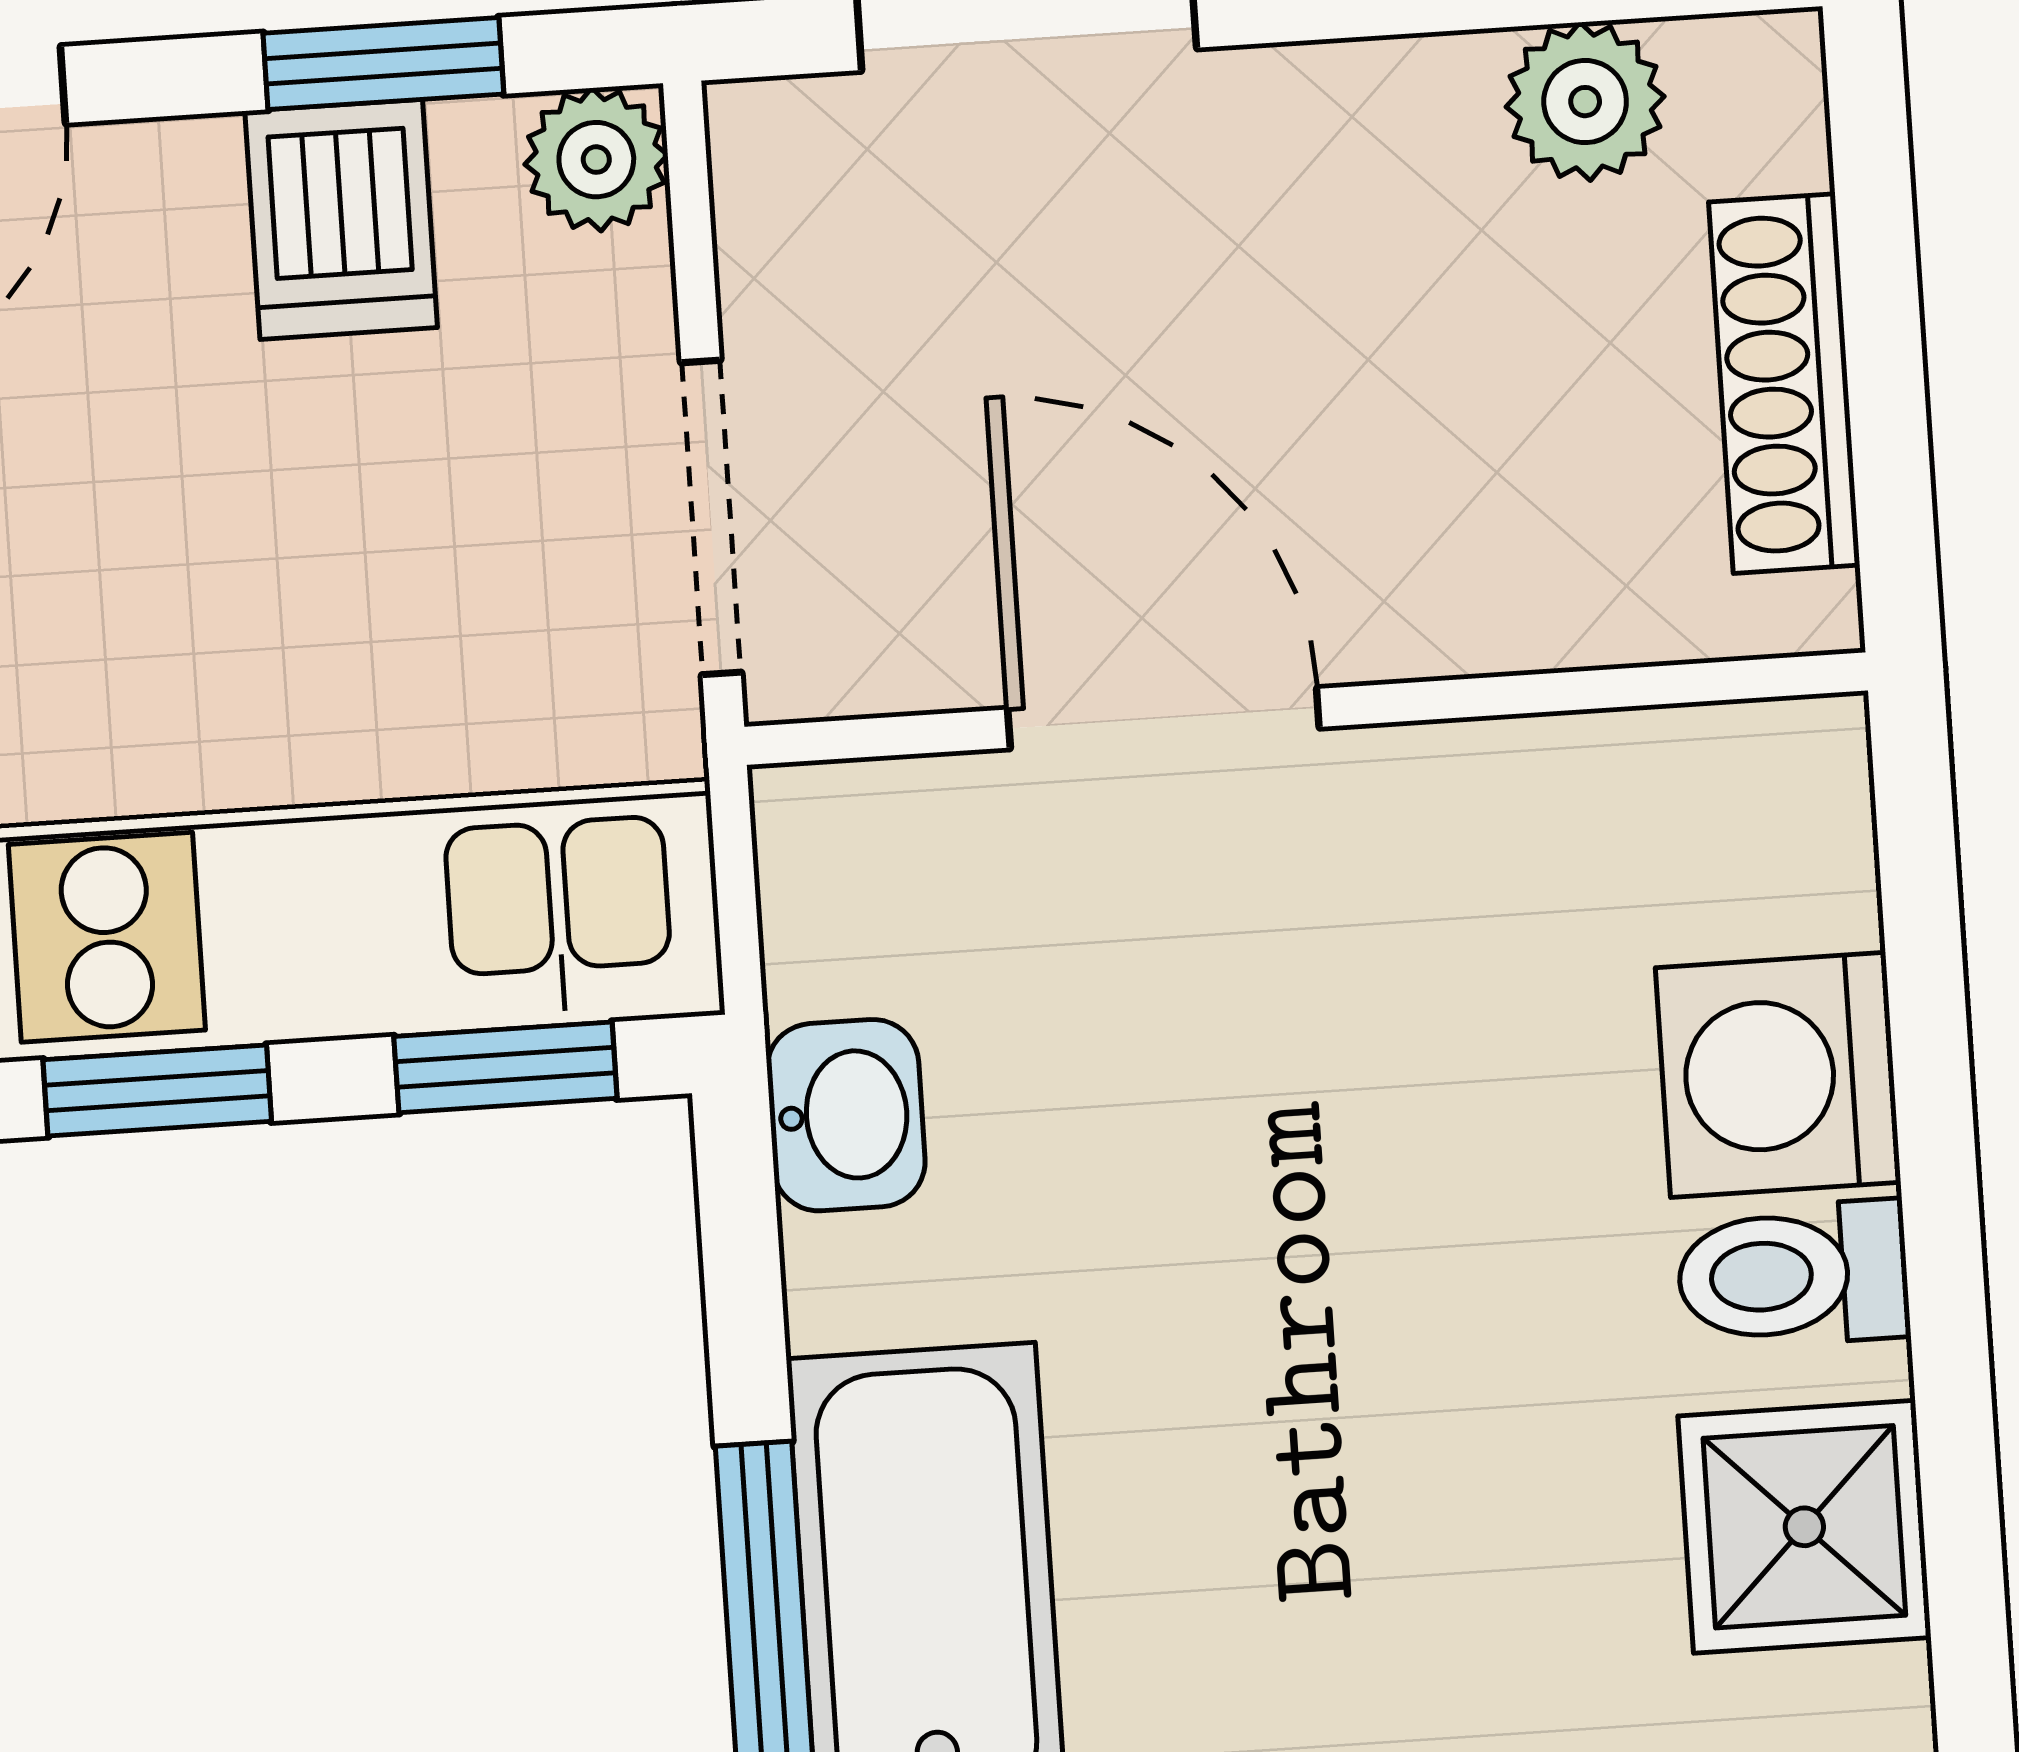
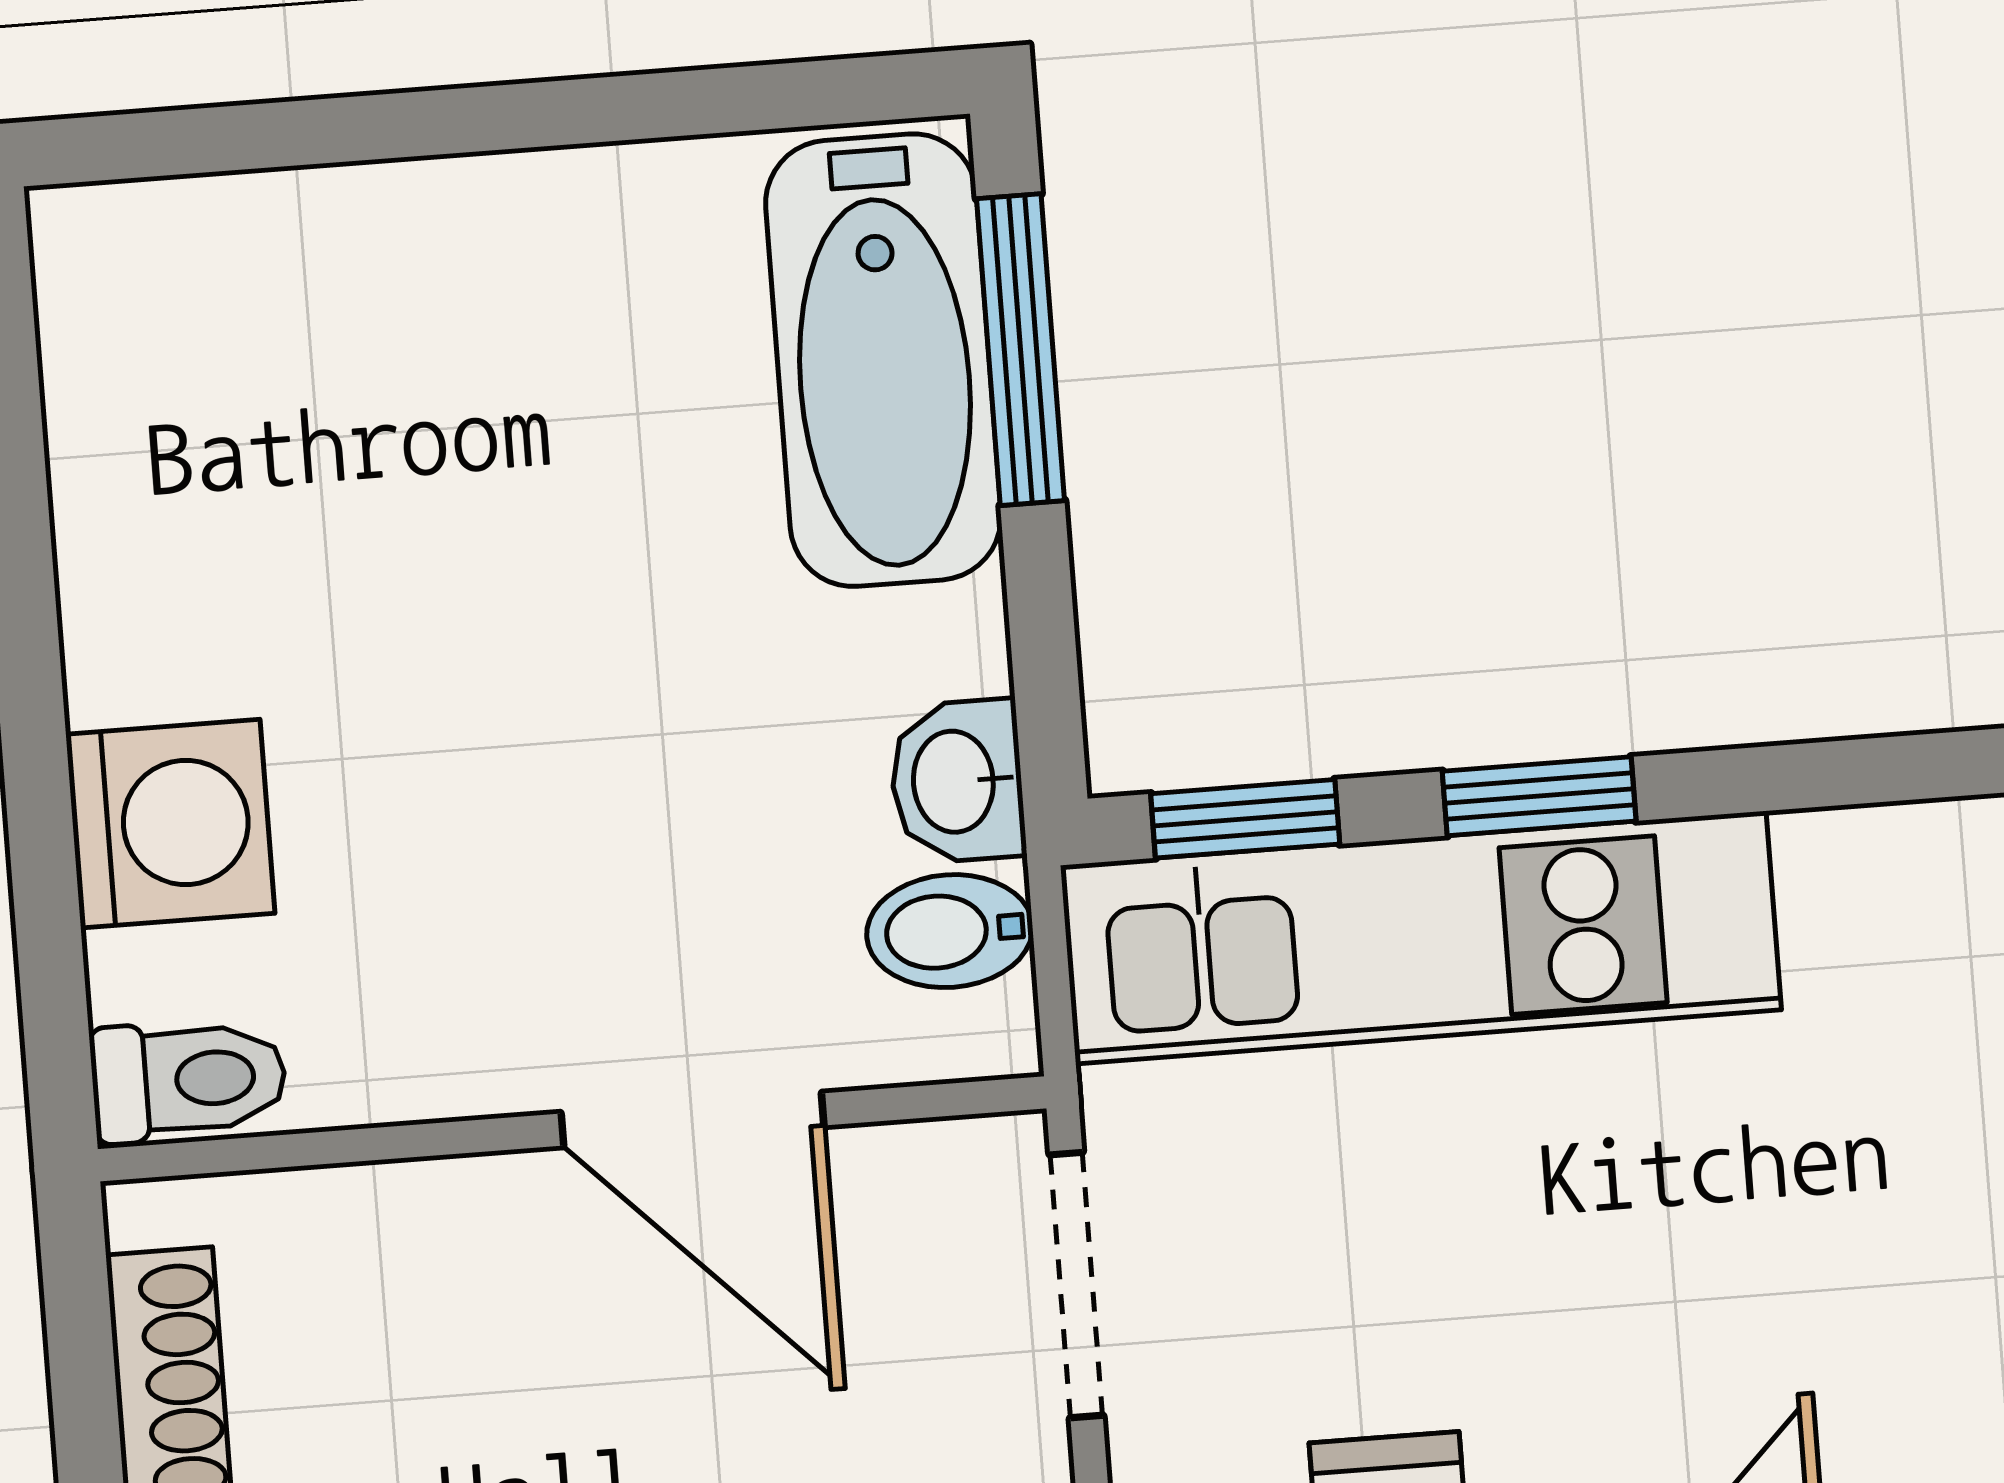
bidet: (857, 938) -> (950, 931), added
toilet: (1793, 1275) -> (188, 1080), moved
shower: (1804, 1527) -> (144, 442), removed

